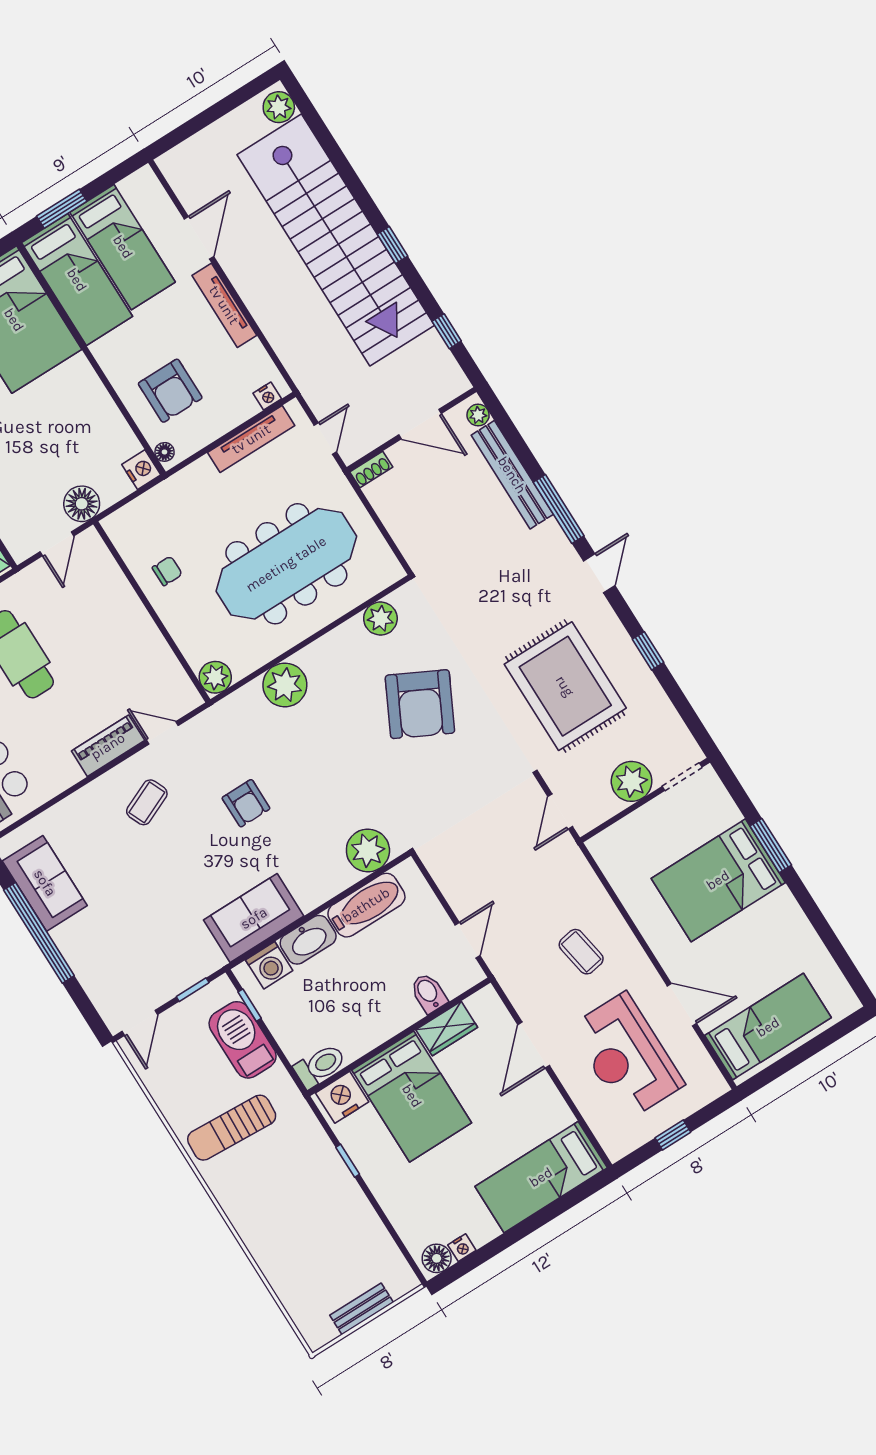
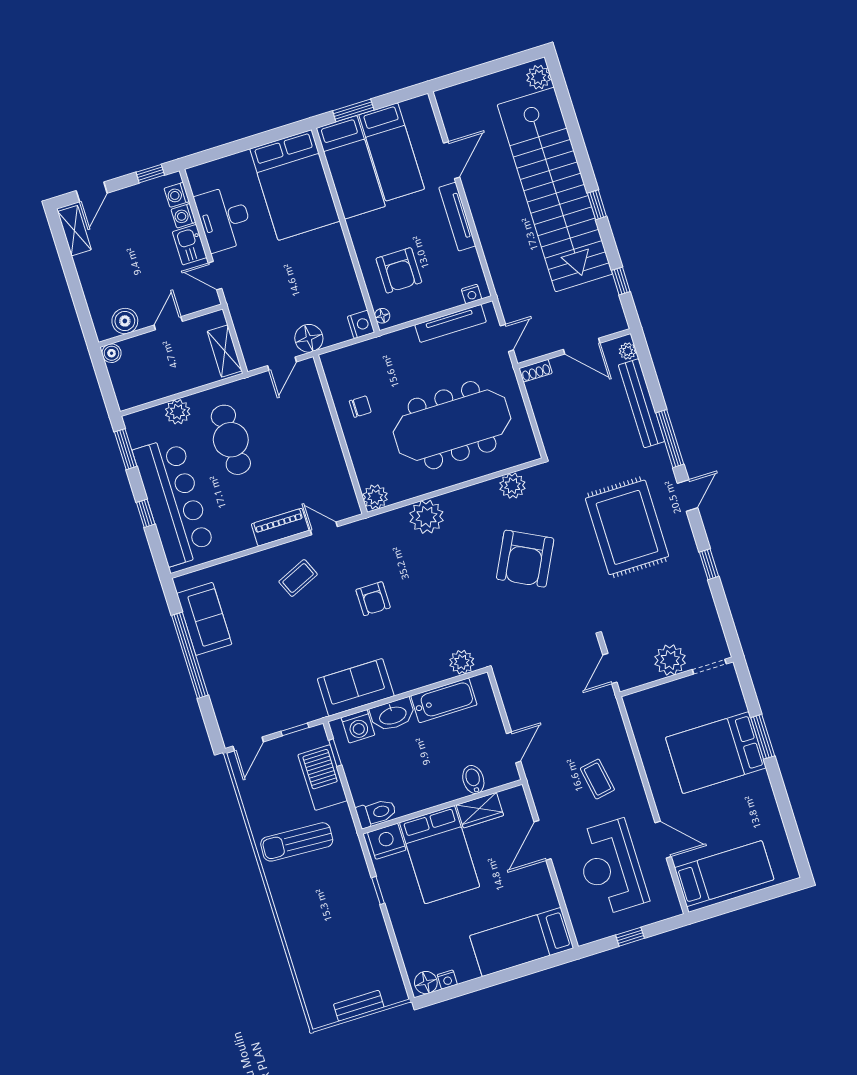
rug: (565, 686) -> (627, 527), moved
plant: (368, 850) -> (462, 662), width x0.73, depth x0.73

